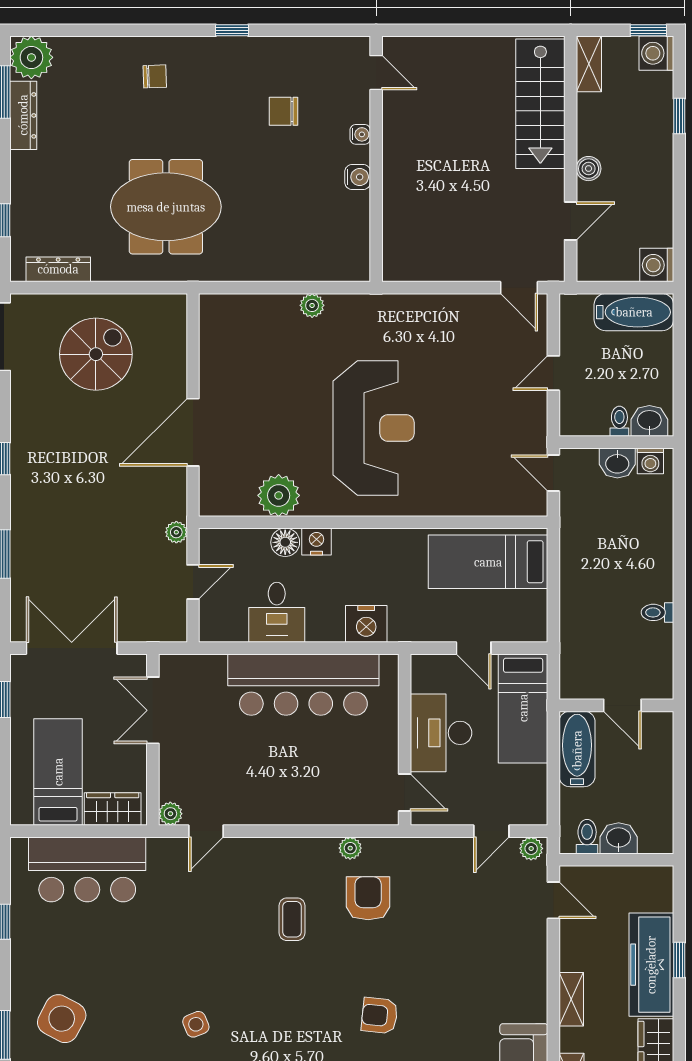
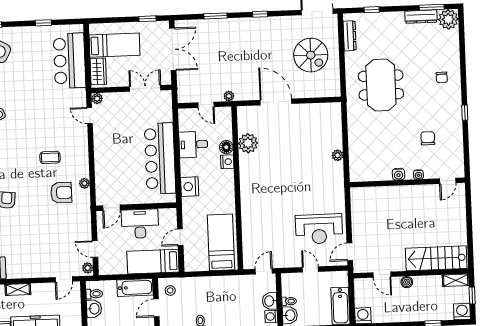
window: (648, 30) -> (472, 296), moved
reception desk: (374, 428) -> (319, 229), moved, width x0.74, depth x0.77
stool: (586, 674) -> (170, 290), added

